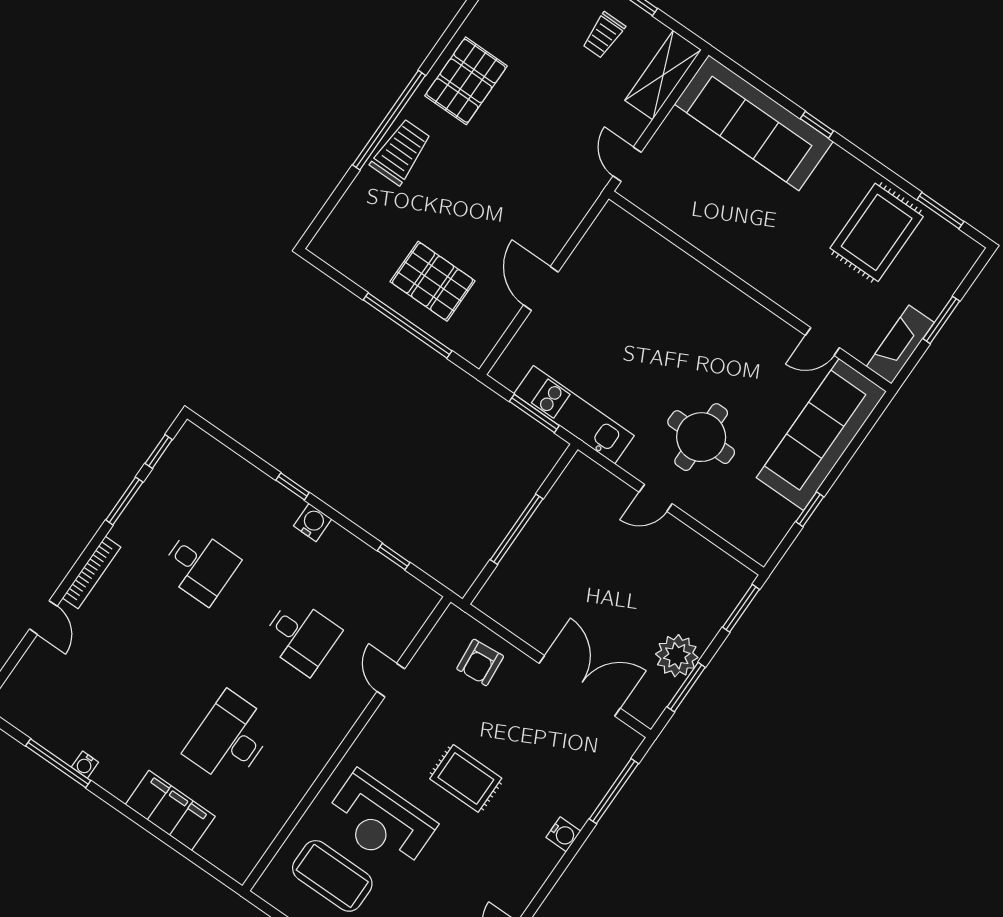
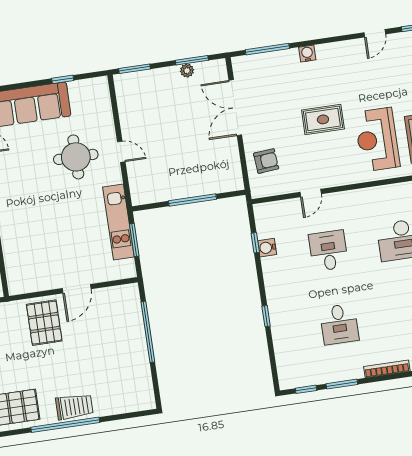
trolley: (401, 152) -> (74, 407), turned 180
pallet: (433, 281) -> (44, 323), moved
water cooler: (313, 522) -> (267, 248), moved
desk: (200, 566) -> (339, 324), turned 180
plant: (677, 656) -> (187, 71), width x0.53, depth x0.53
rug: (466, 778) -> (323, 119), turned 90
reception desk: (380, 821) -> (377, 139), turned 180

